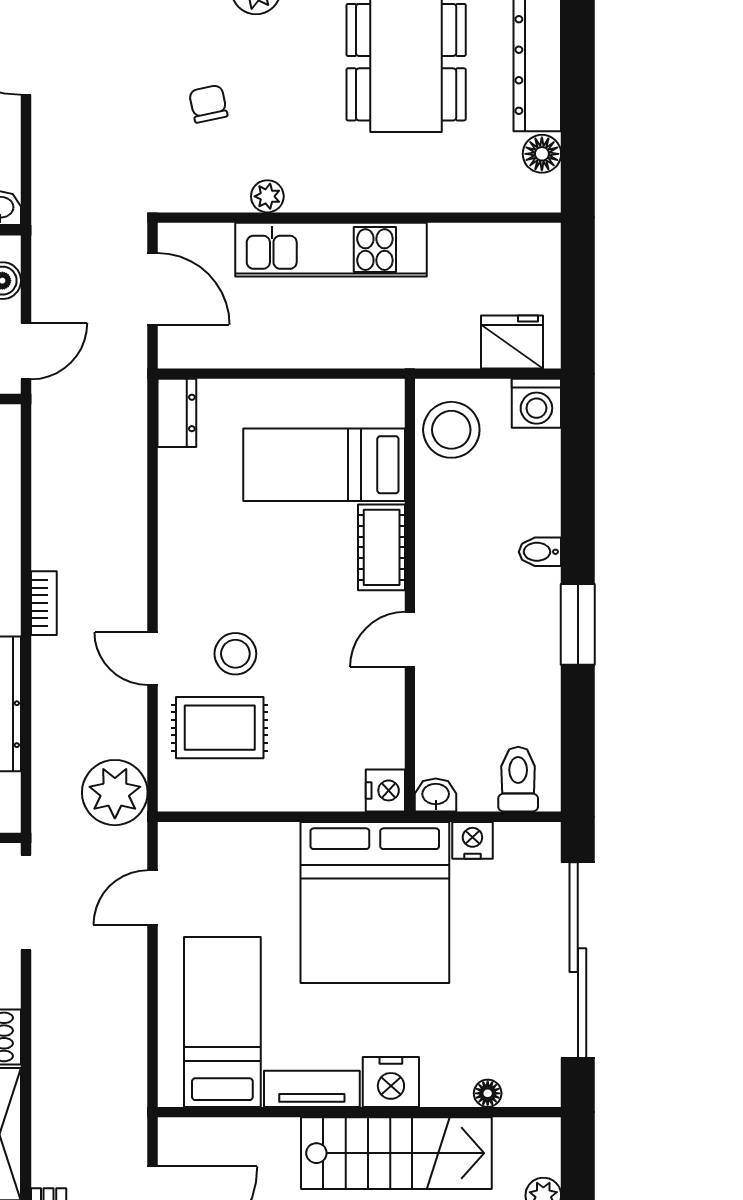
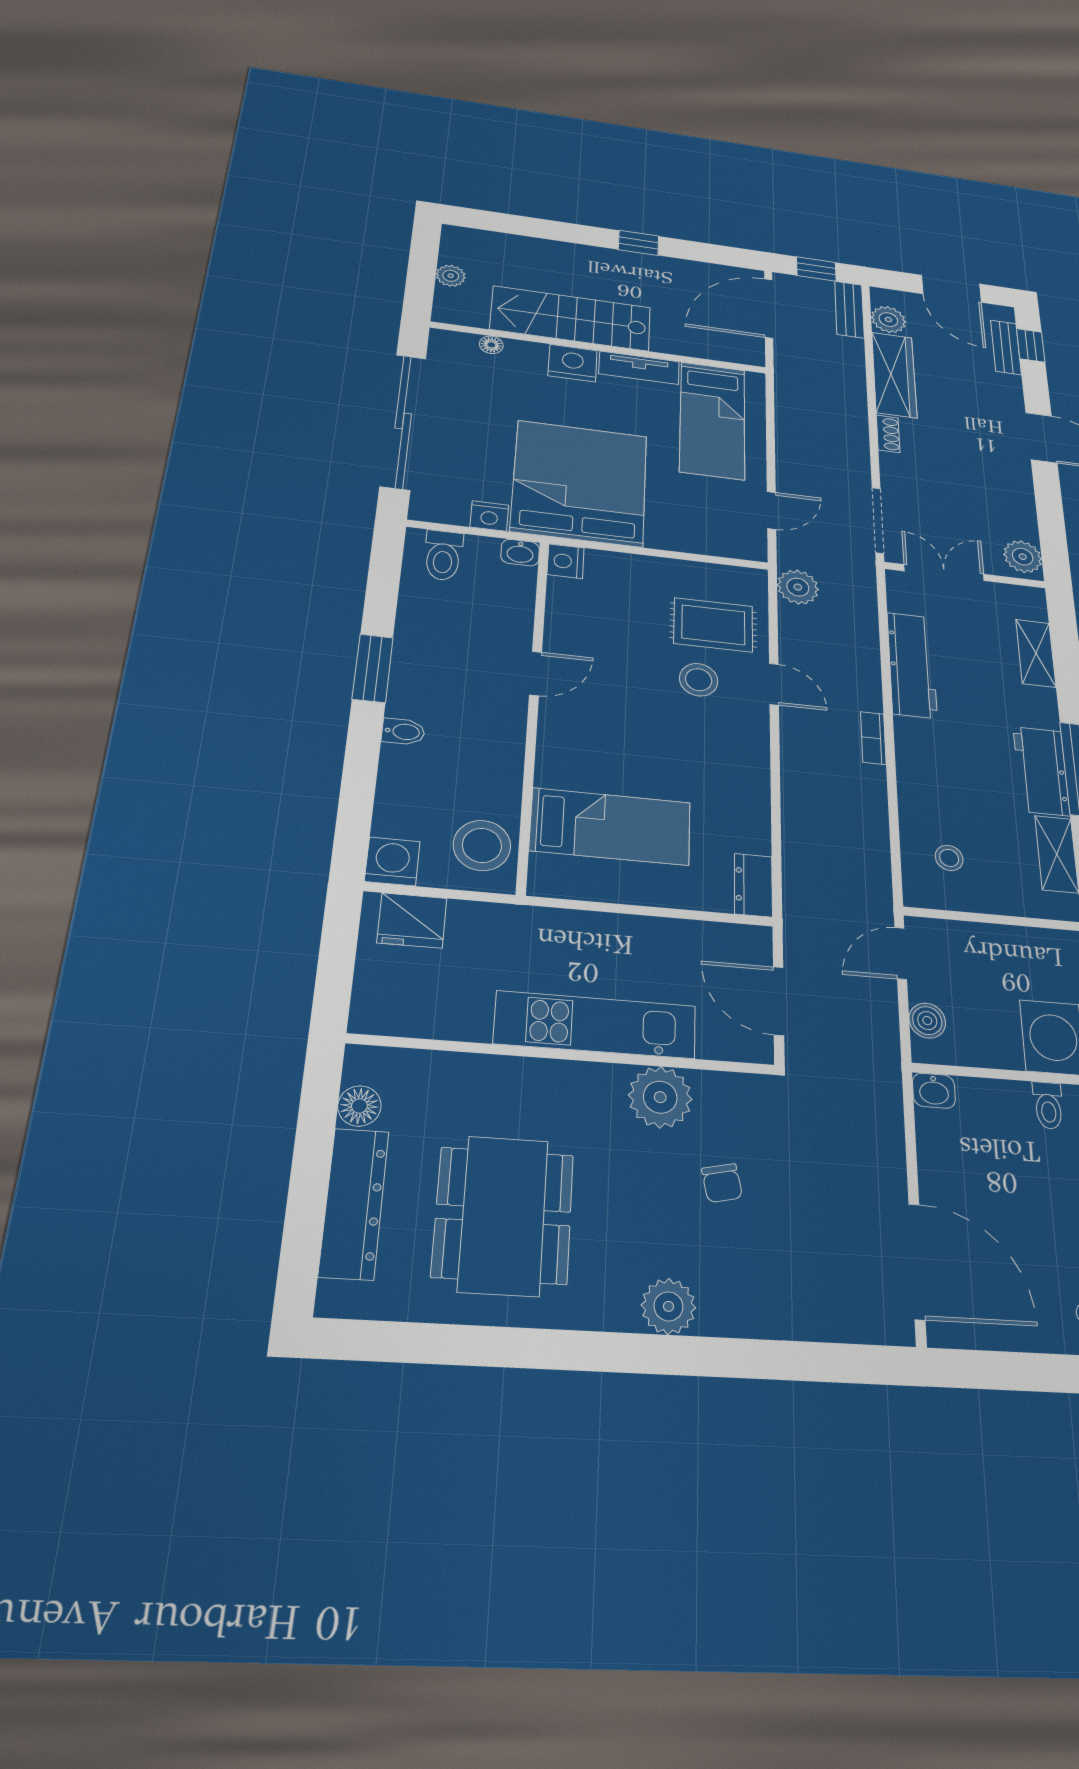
plant: (267, 196) -> (660, 1097), width x1.88, depth x1.88
cot: (382, 547) -> (558, 751), removed
plant: (115, 793) -> (798, 587), width x0.73, depth x0.73

